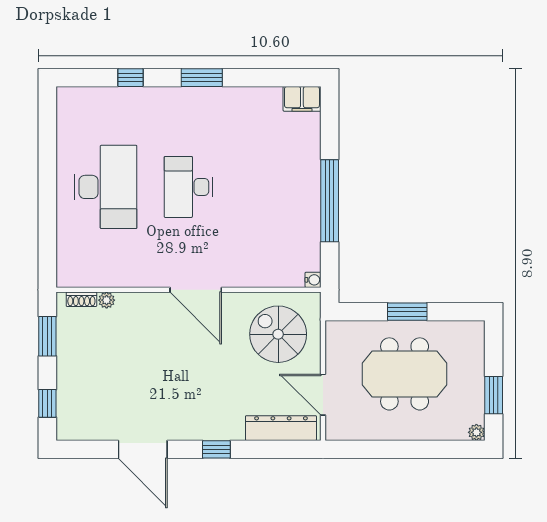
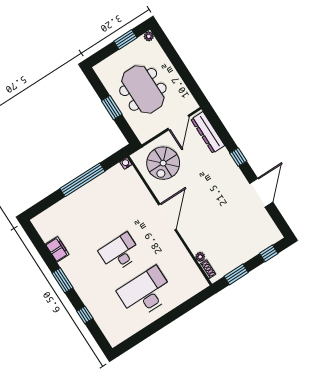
filing cabinet: (302, 99) -> (57, 249), moved
desk: (188, 187) -> (120, 253), turned 180

